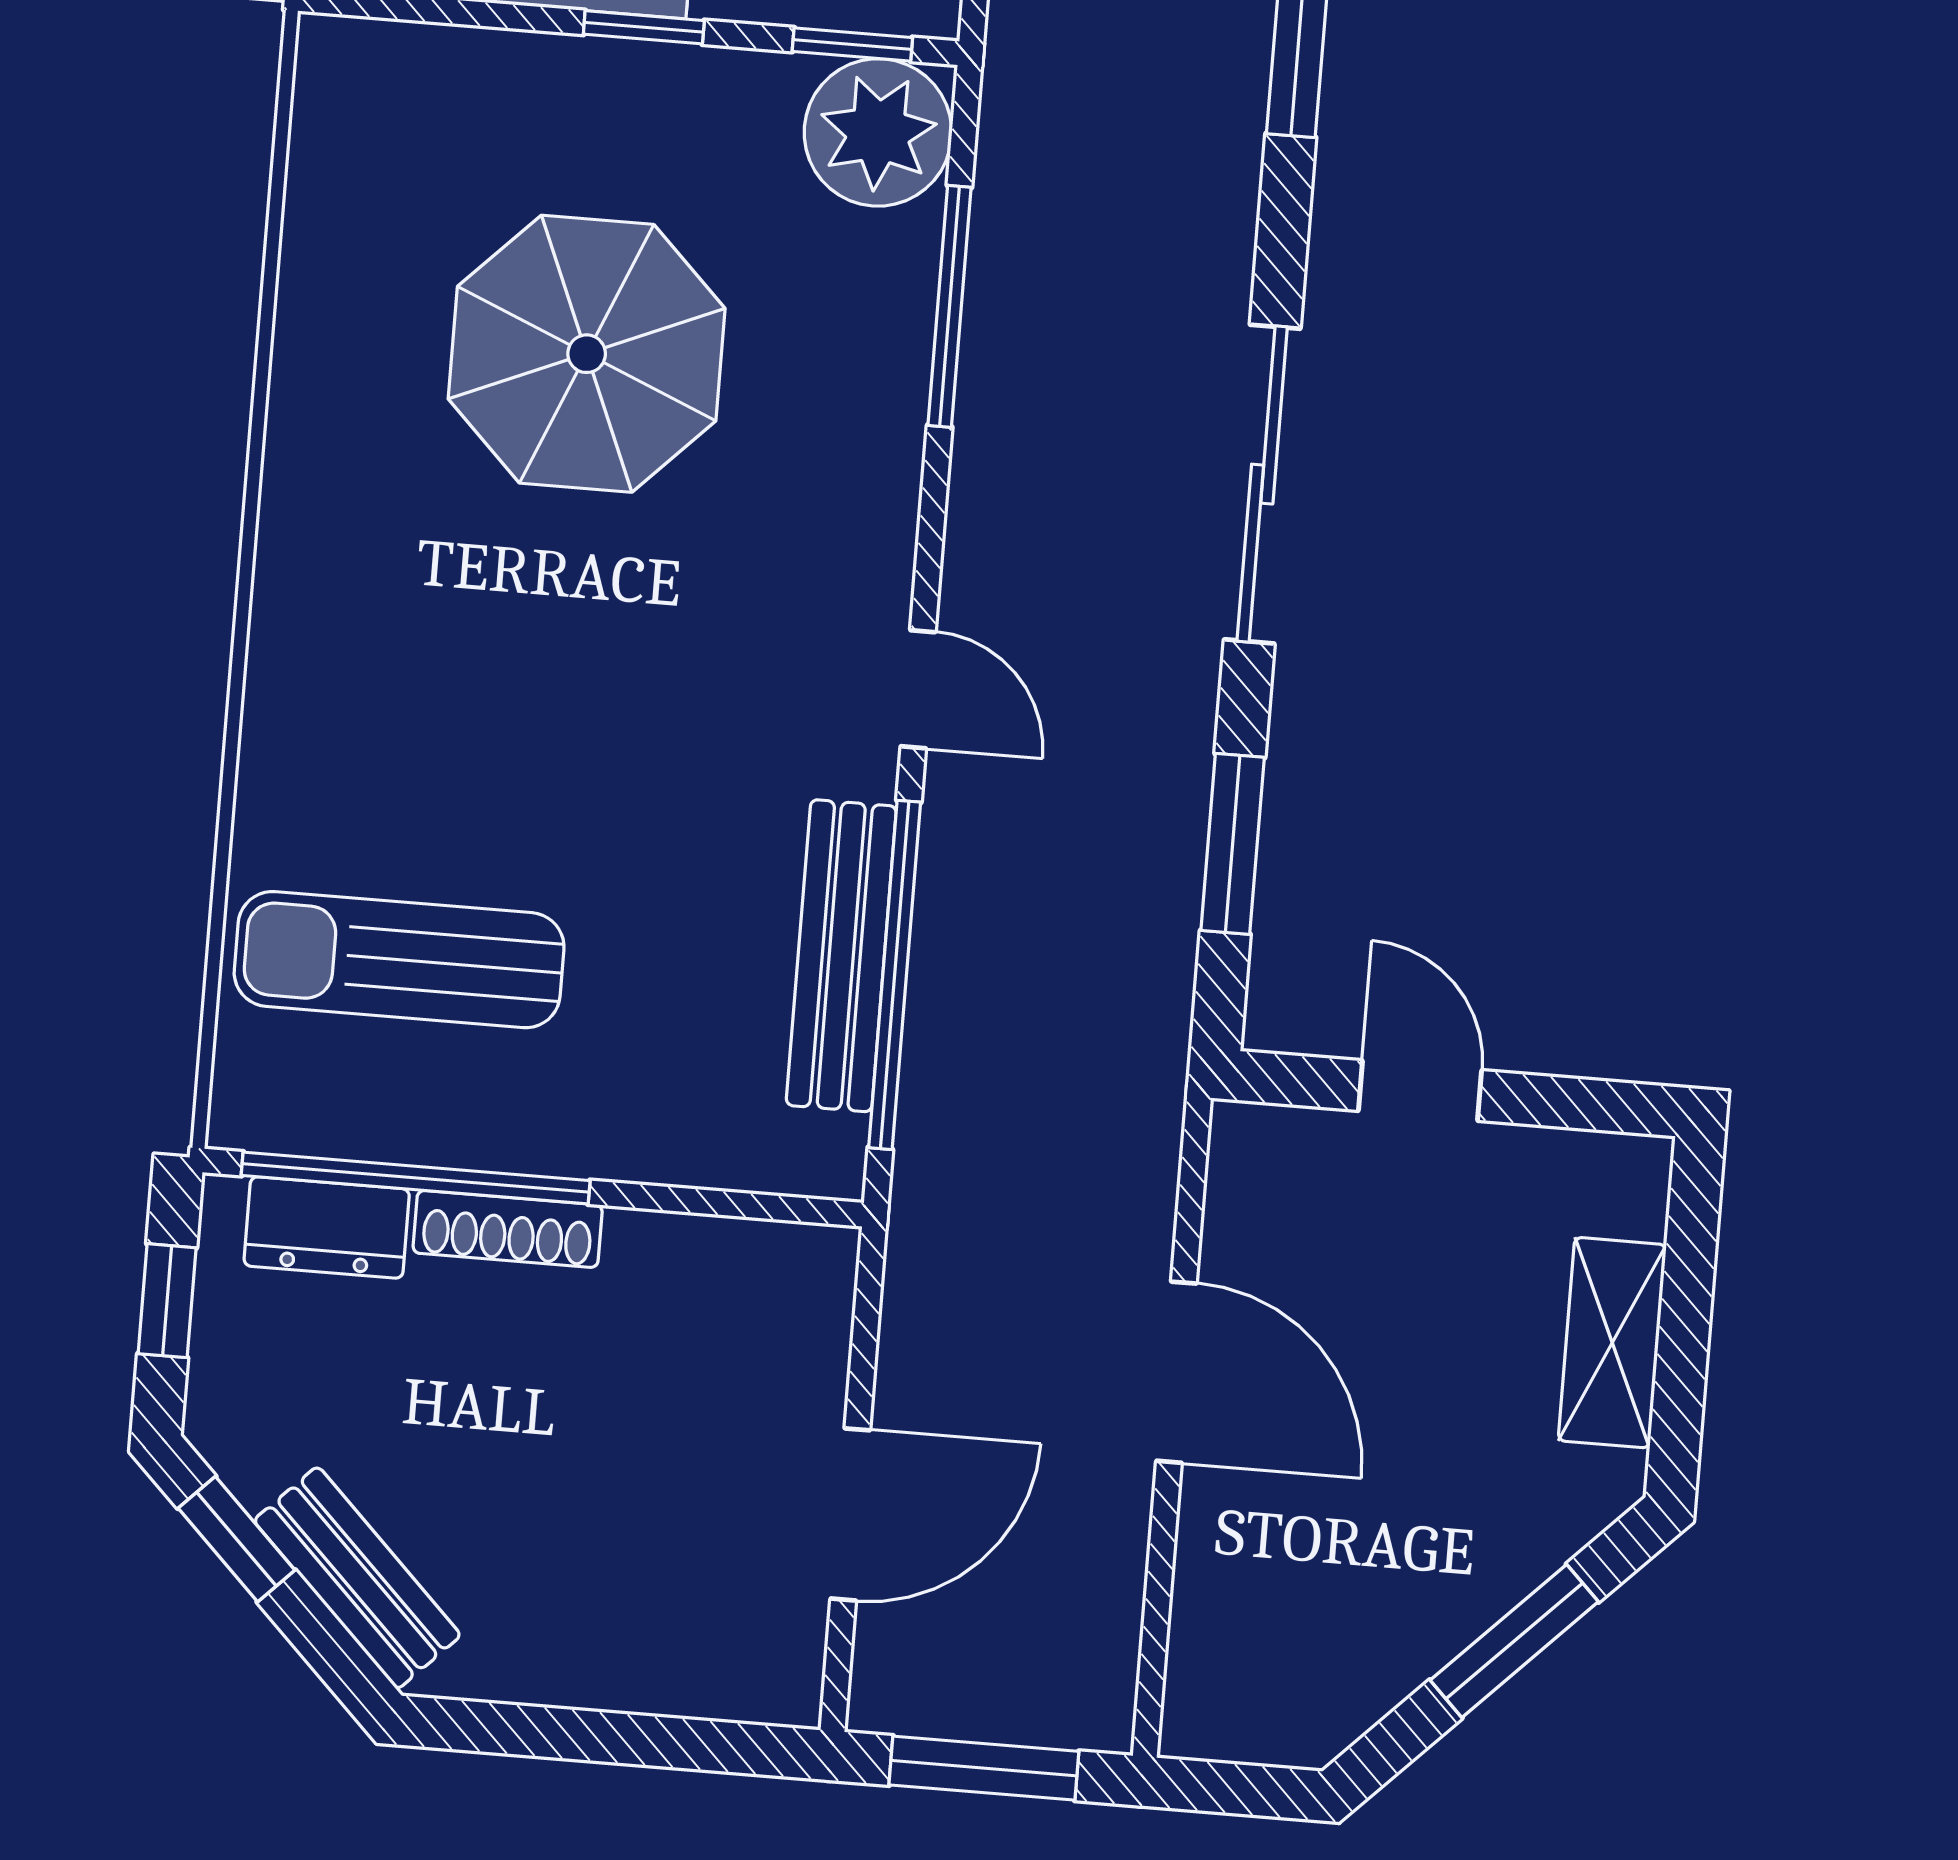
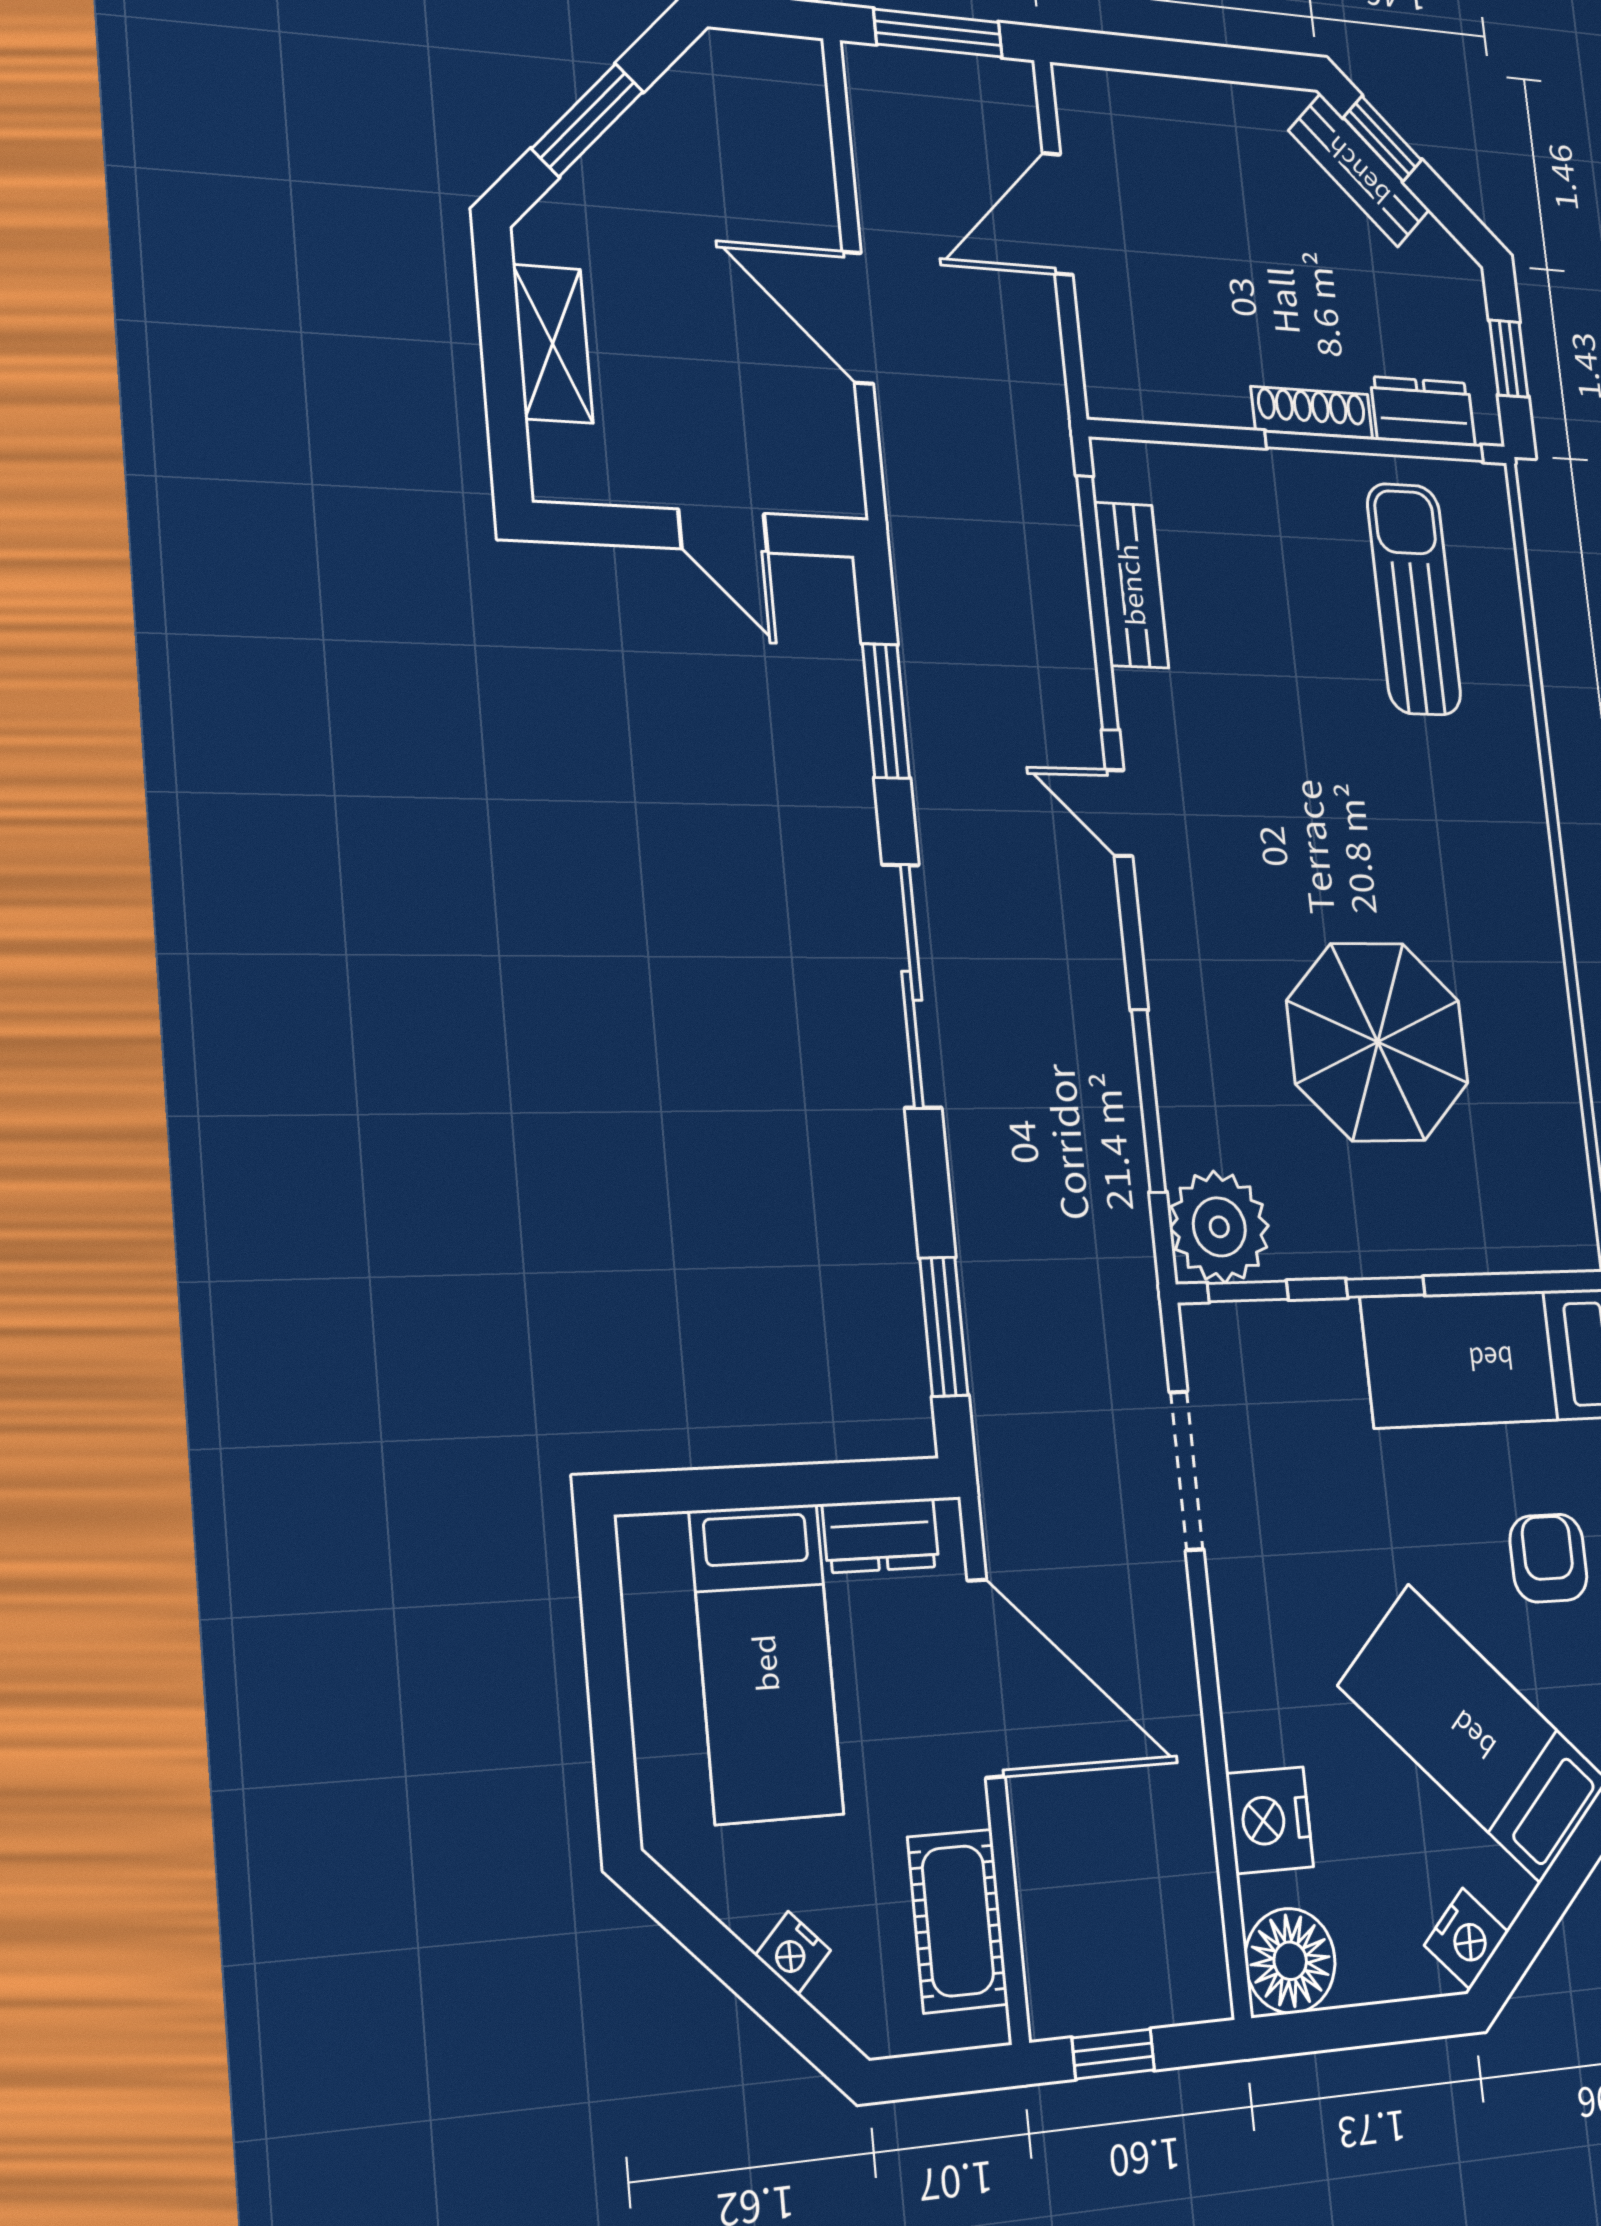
bench: (841, 956) -> (1132, 585), width x0.73
sun lounger: (399, 960) -> (1414, 599), turned -90
window: (237, 1539) -> (1382, 139), moved

